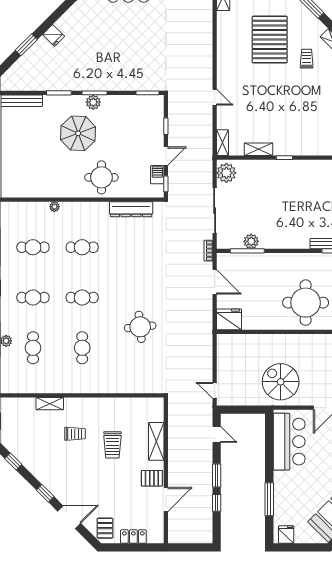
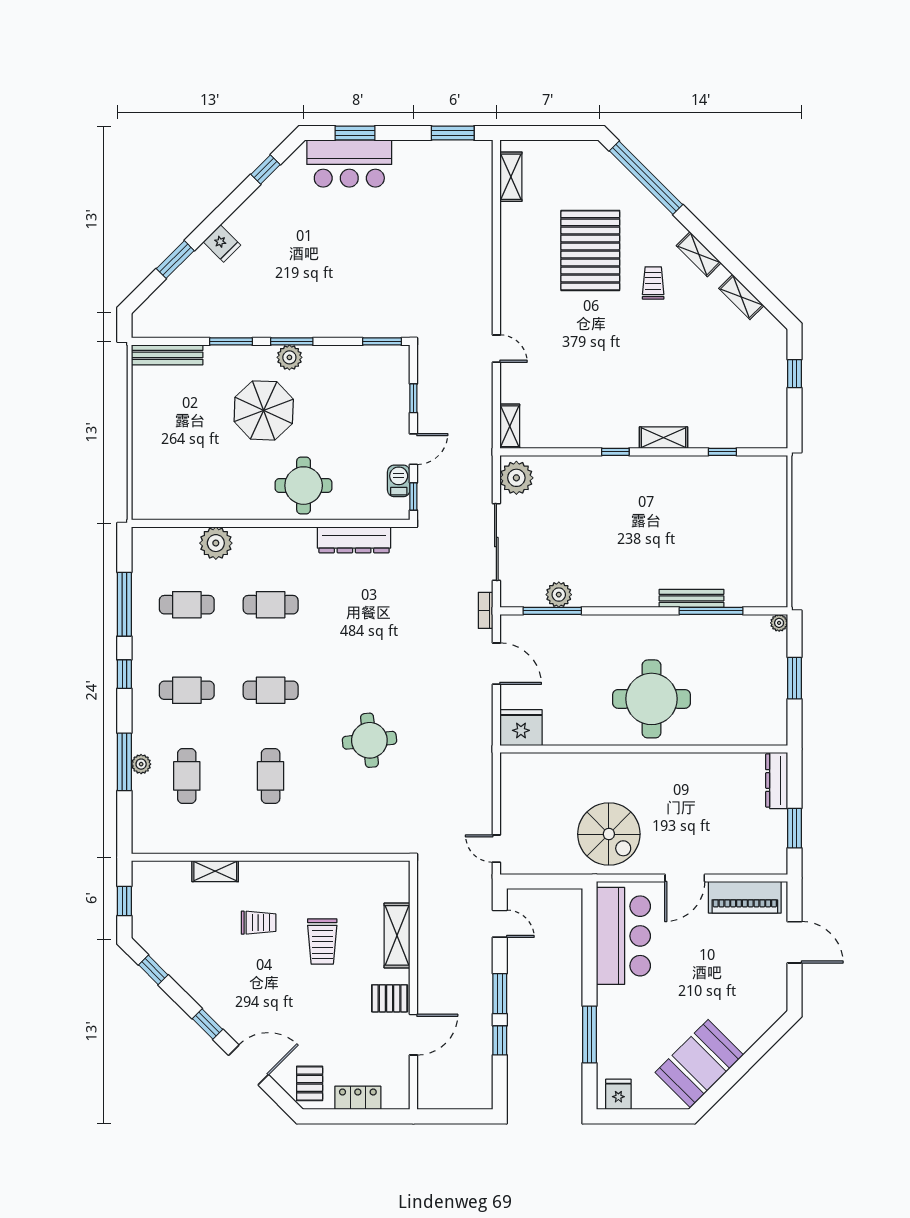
shelving: (258, 149) -> (664, 438), moved
plant: (54, 207) -> (216, 543), width x1.88, depth x1.88
spiral stairs: (281, 382) -> (609, 834), turned 180

